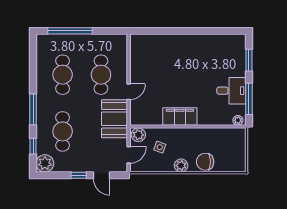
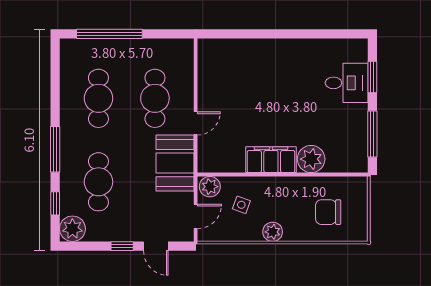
desk: (231, 91) -> (347, 83), moved
plant: (238, 120) -> (311, 159), moved, width x1.87, depth x1.87
chair: (205, 162) -> (328, 212), moved

